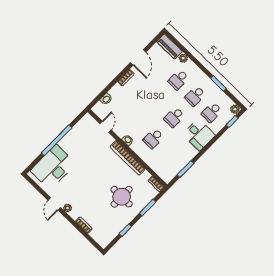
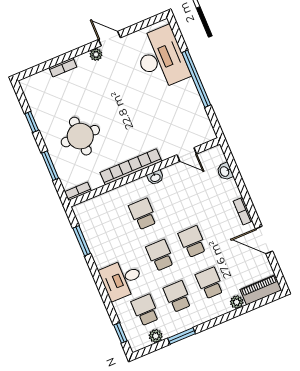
school desk: (158, 101) -> (192, 242), added
plant: (235, 109) -> (156, 336), moved

